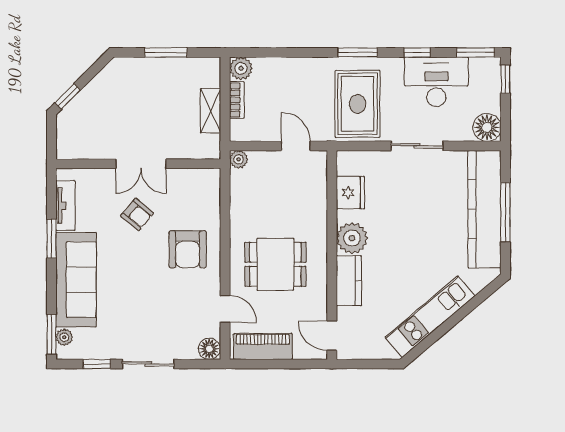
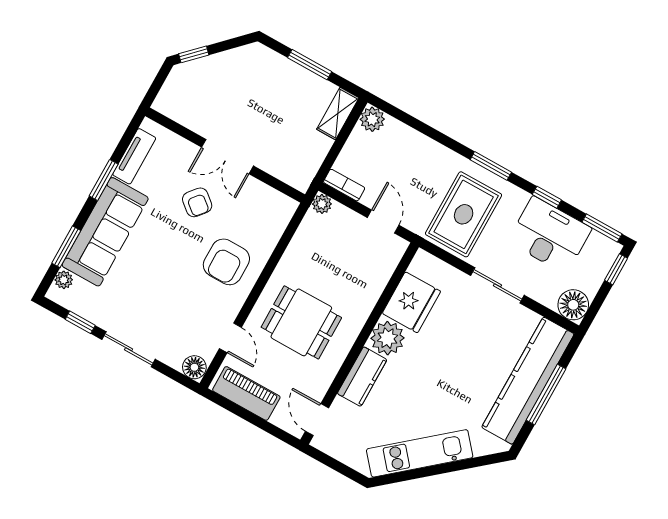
bookcase: (237, 100) -> (344, 185), moved, turned -90
shelving: (211, 111) -> (338, 114), moved
fridge: (350, 193) -> (411, 302), width x1.36, depth x1.34
window: (51, 334) -> (66, 247), moved

